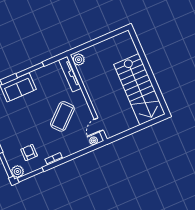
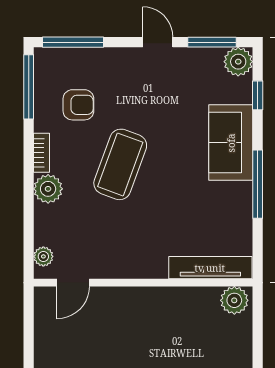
coffee table: (62, 116) -> (120, 164), moved, turned 62
door: (99, 125) -> (73, 283), swing flipped
plant: (17, 171) -> (48, 189), moved

